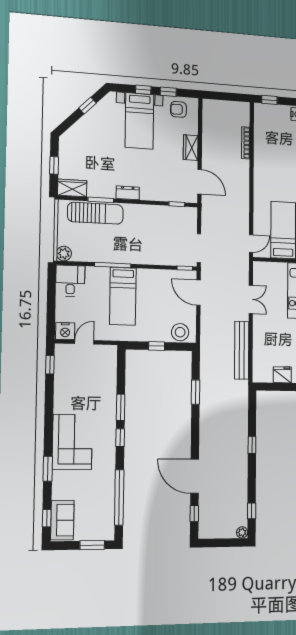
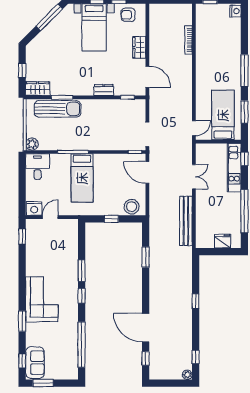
window: (87, 105) -> (49, 17), width x2.17
dresser: (128, 193) -> (104, 90), moved
window: (92, 545) -> (43, 383), moved

